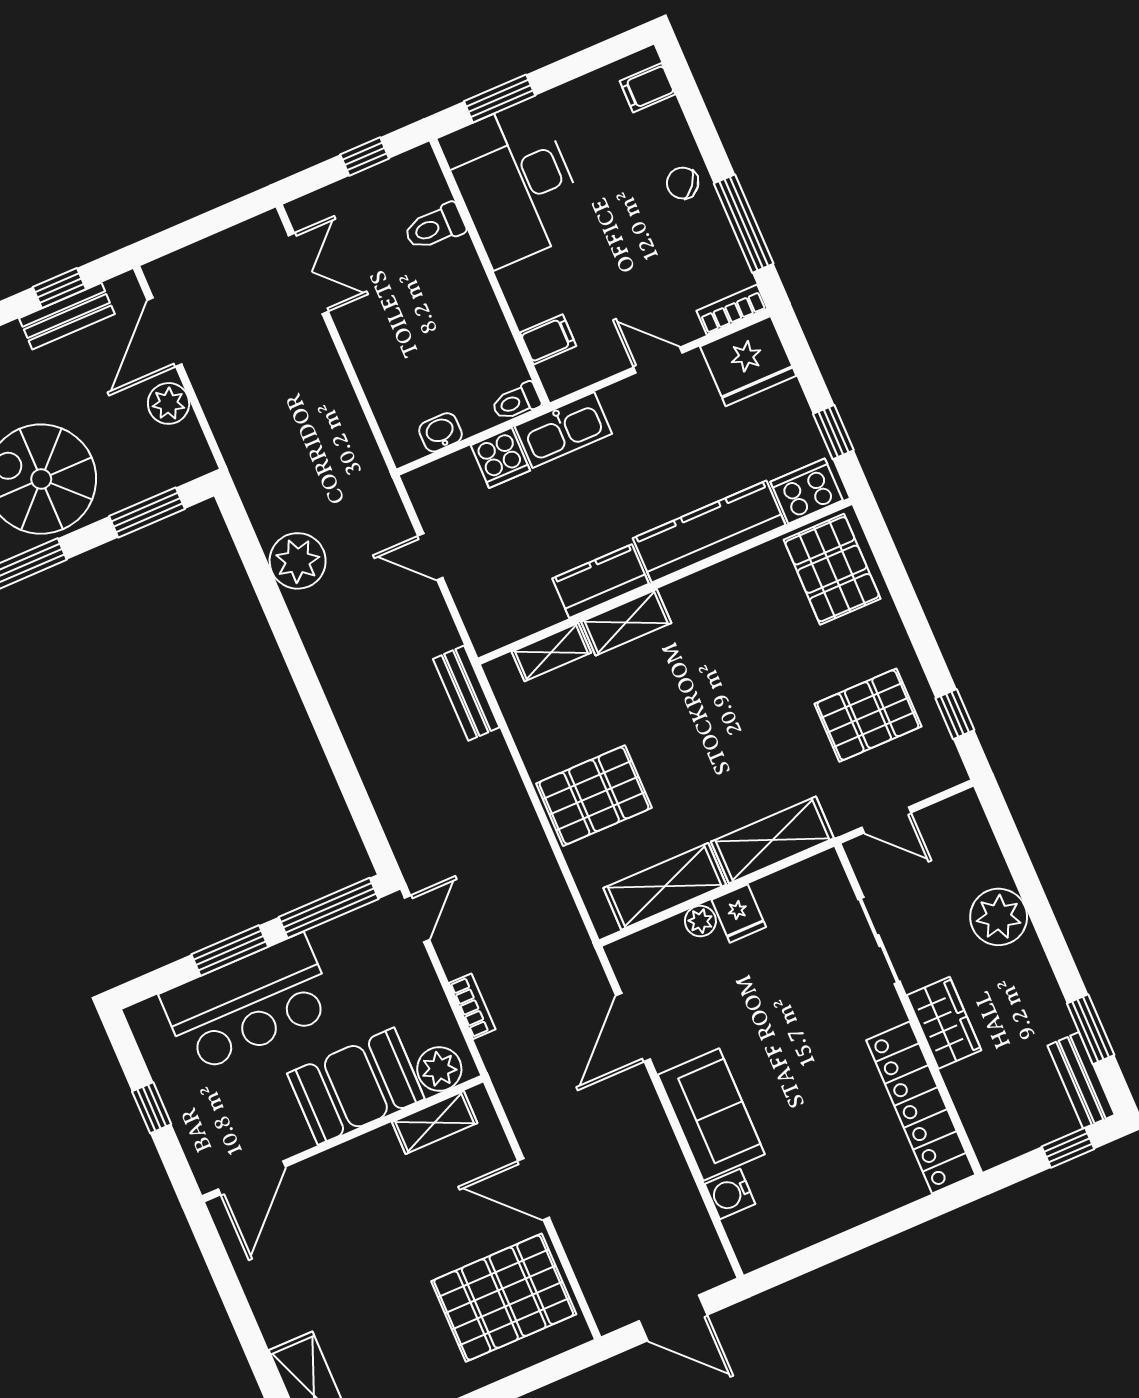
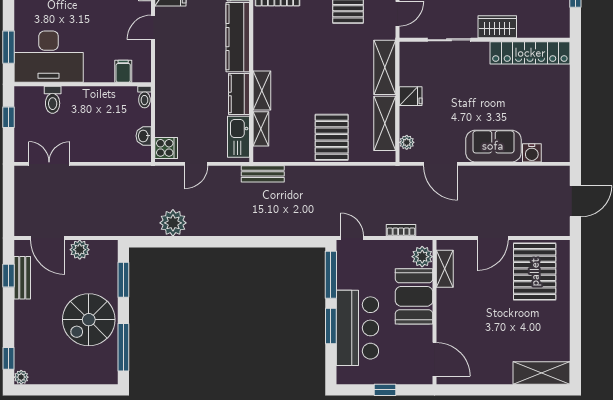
kitchen sink: (563, 430) -> (238, 137), moved, turned 180
cooker: (500, 458) -> (166, 148), moved
plant: (700, 921) -> (407, 142), moved

